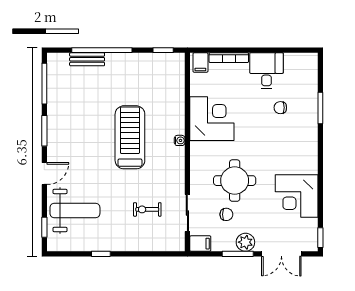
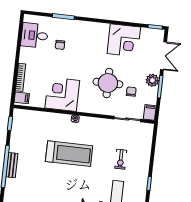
bench: (87, 59) -> (12, 165), moved
desk: (266, 71) -> (35, 35), moved
treadmill: (130, 137) -> (69, 154), turned 180
exercise bike: (147, 209) -> (121, 159), moved

